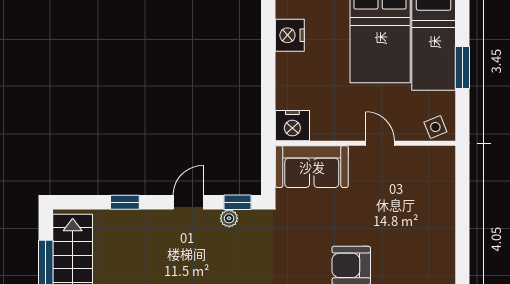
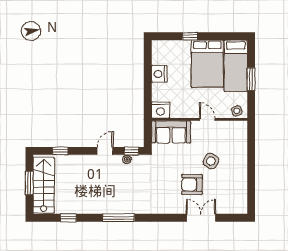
nightstand: (290, 35) -> (159, 74), moved
window: (125, 202) -> (60, 151), moved
side table: (387, 221) -> (211, 161), added

